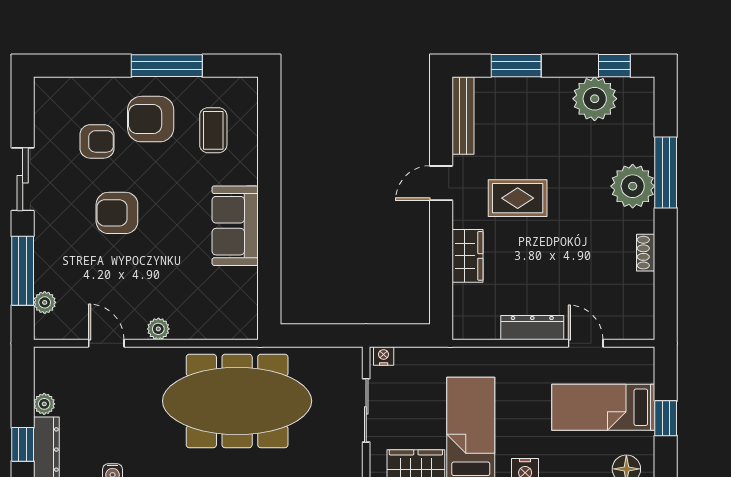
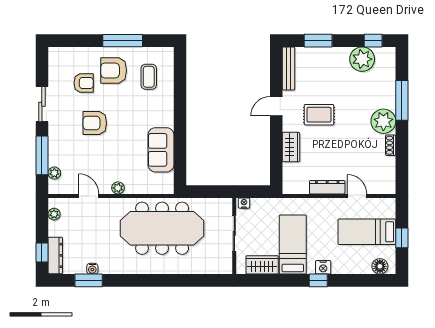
plant: (633, 186) -> (383, 121), moved
sofa: (235, 226) -> (161, 150), moved
plant: (44, 404) -> (54, 214), moved

